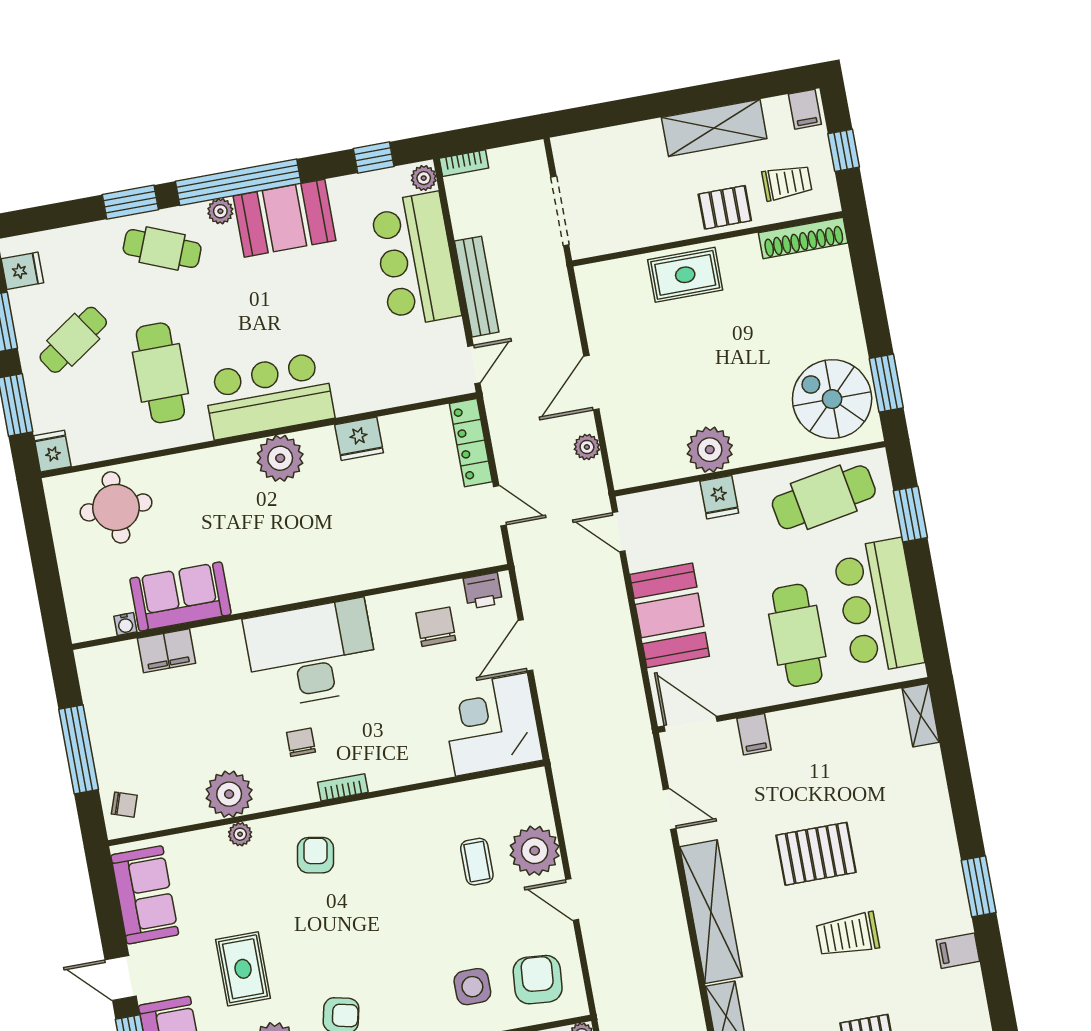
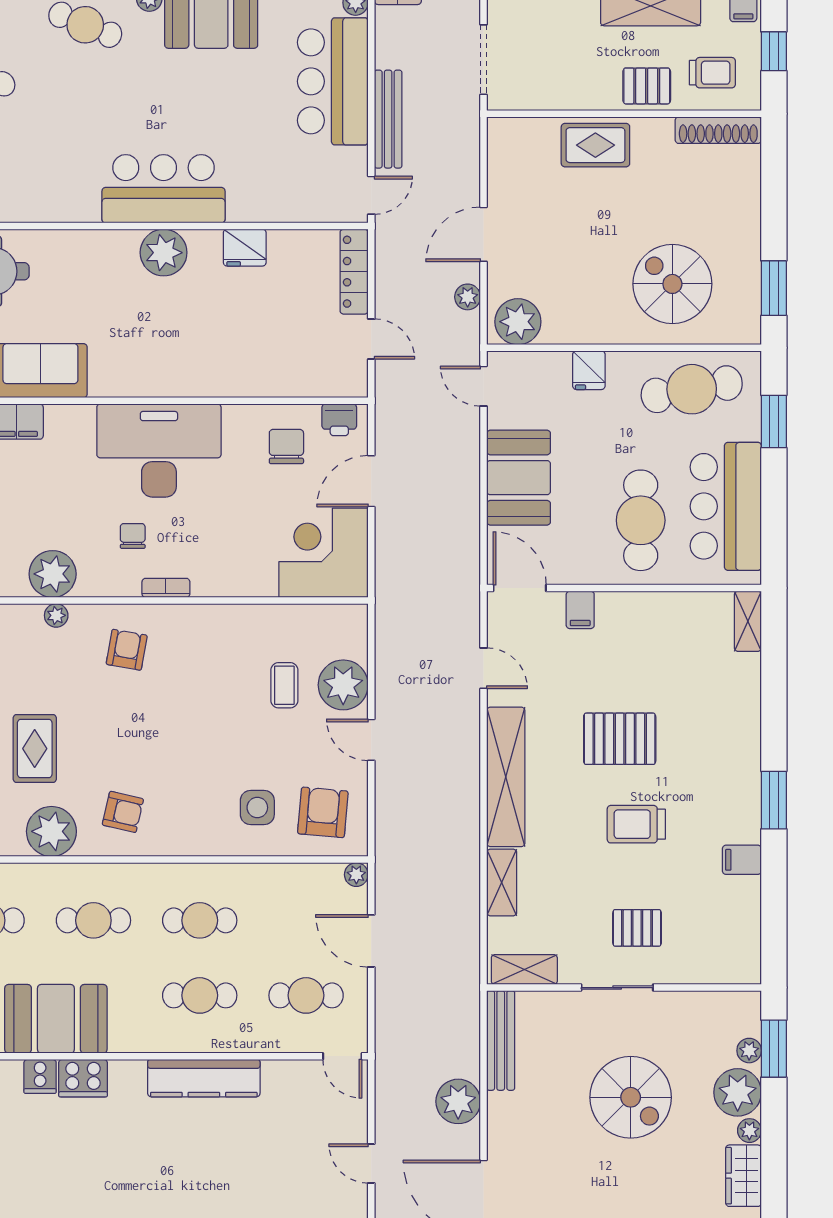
cafe table: (160, 373) -> (61, 147), removed
spiral stairs: (832, 399) -> (672, 284), moved
plant: (710, 450) -> (518, 322), moved

